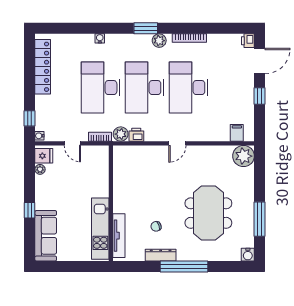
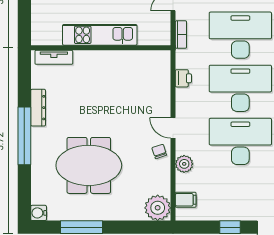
plant: (121, 134) -> (184, 164), moved
chair: (156, 226) -> (159, 151), moved
kitchen unit: (100, 229) -> (100, 35), moved
tv unit: (119, 236) -> (54, 57), width x0.71

